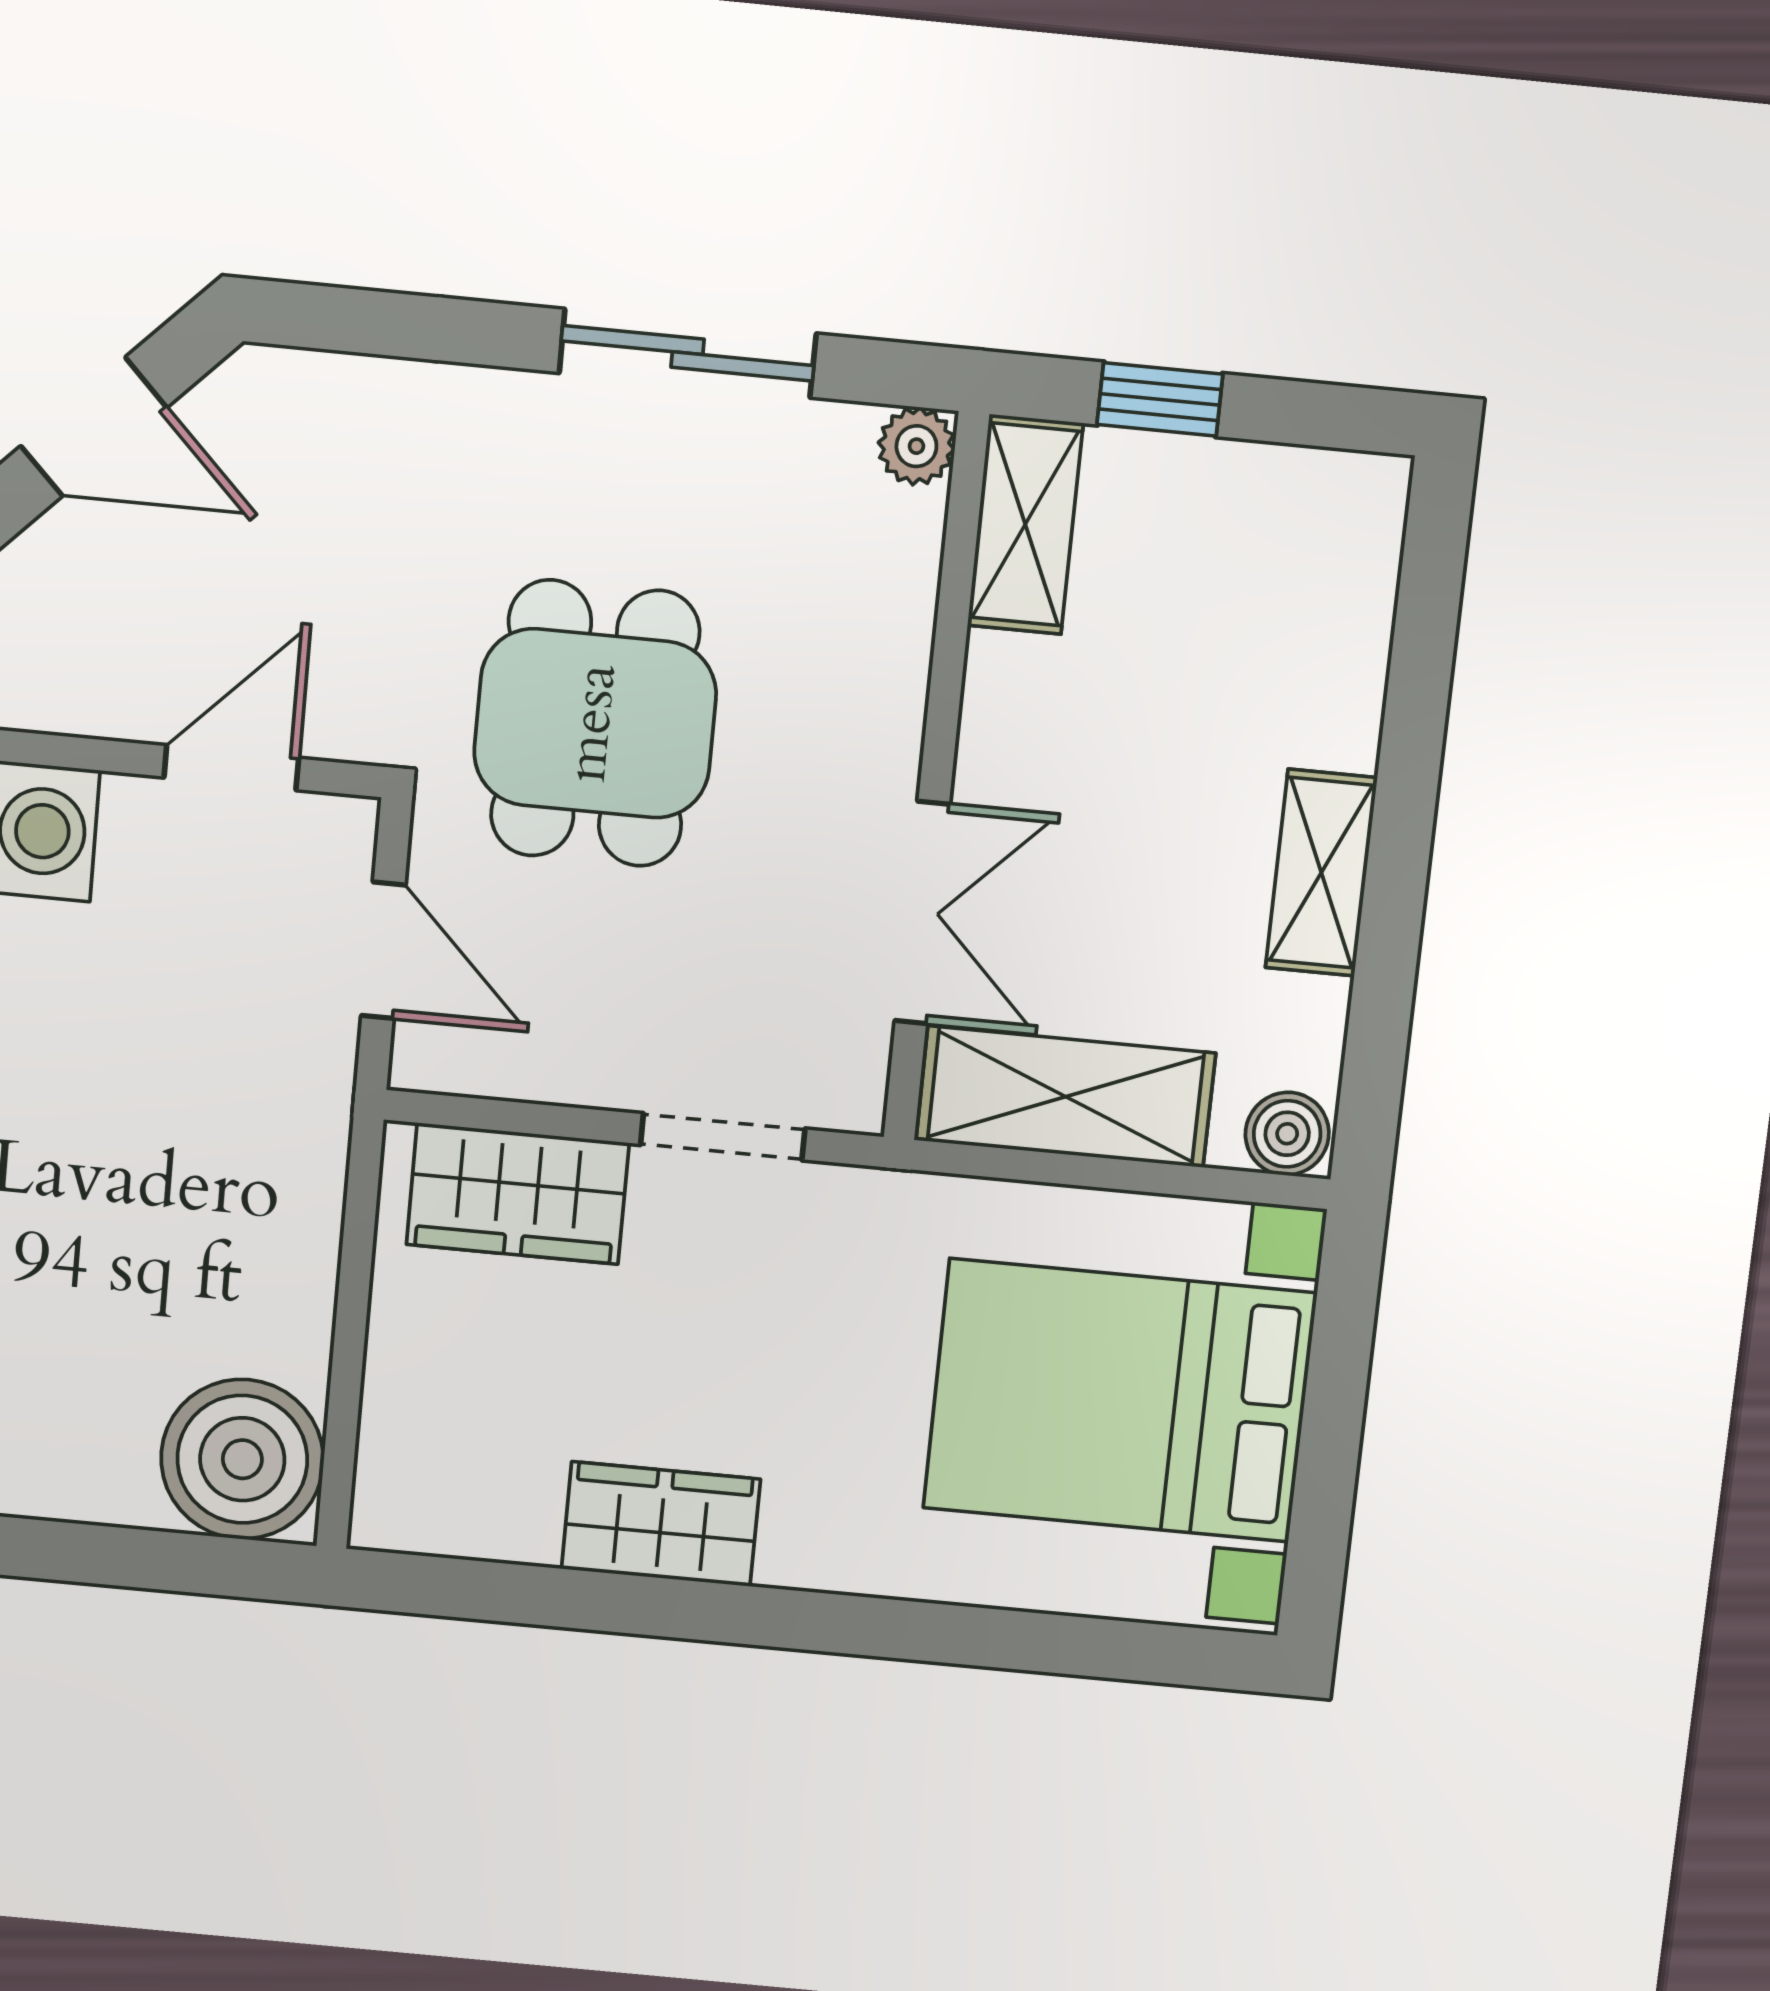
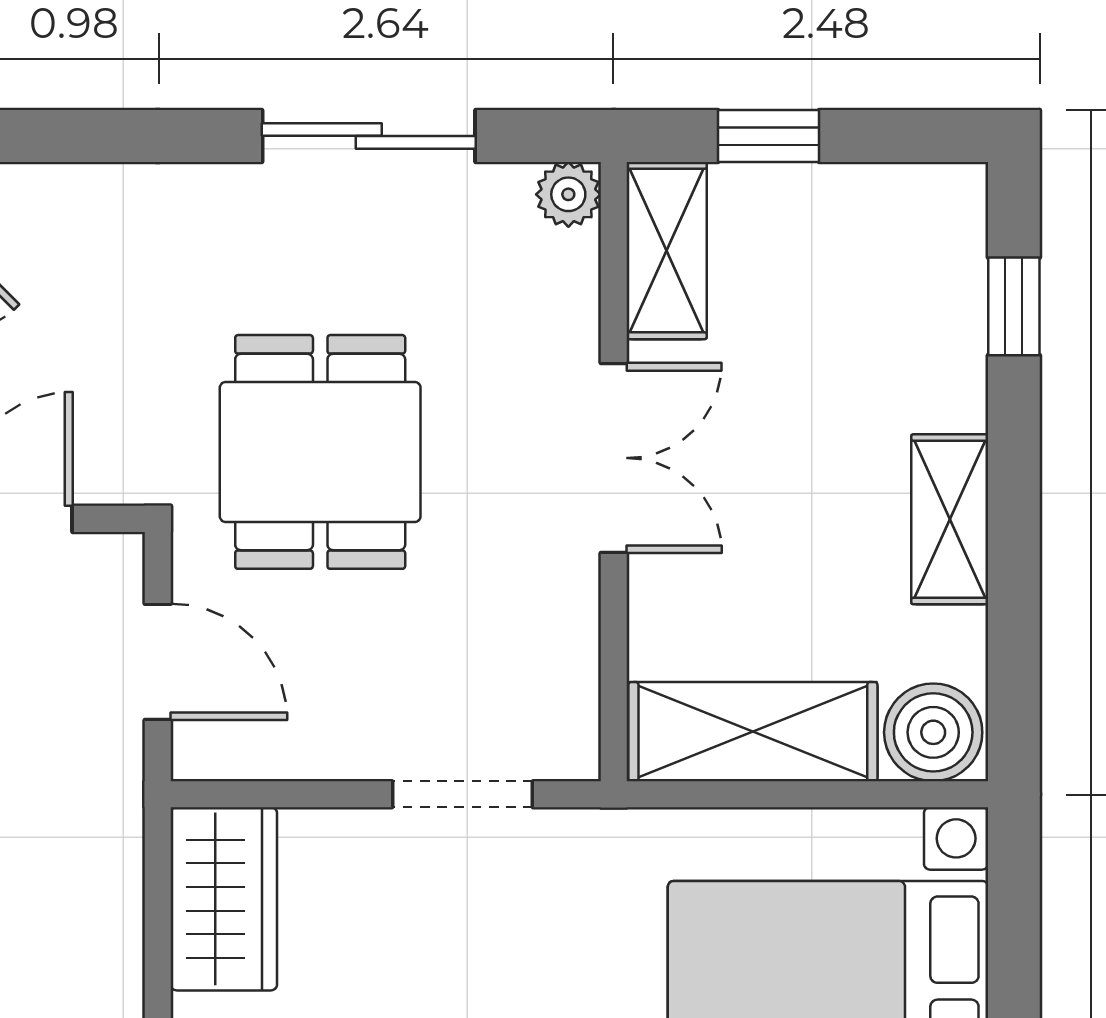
window: (1425, 630) -> (1014, 306), added
double door: (922, 913) -> (614, 458), moved
boiler: (1287, 1134) -> (933, 732), width x1.36, depth x1.36
wardrobe: (518, 1194) -> (224, 899), moved, turned -90

